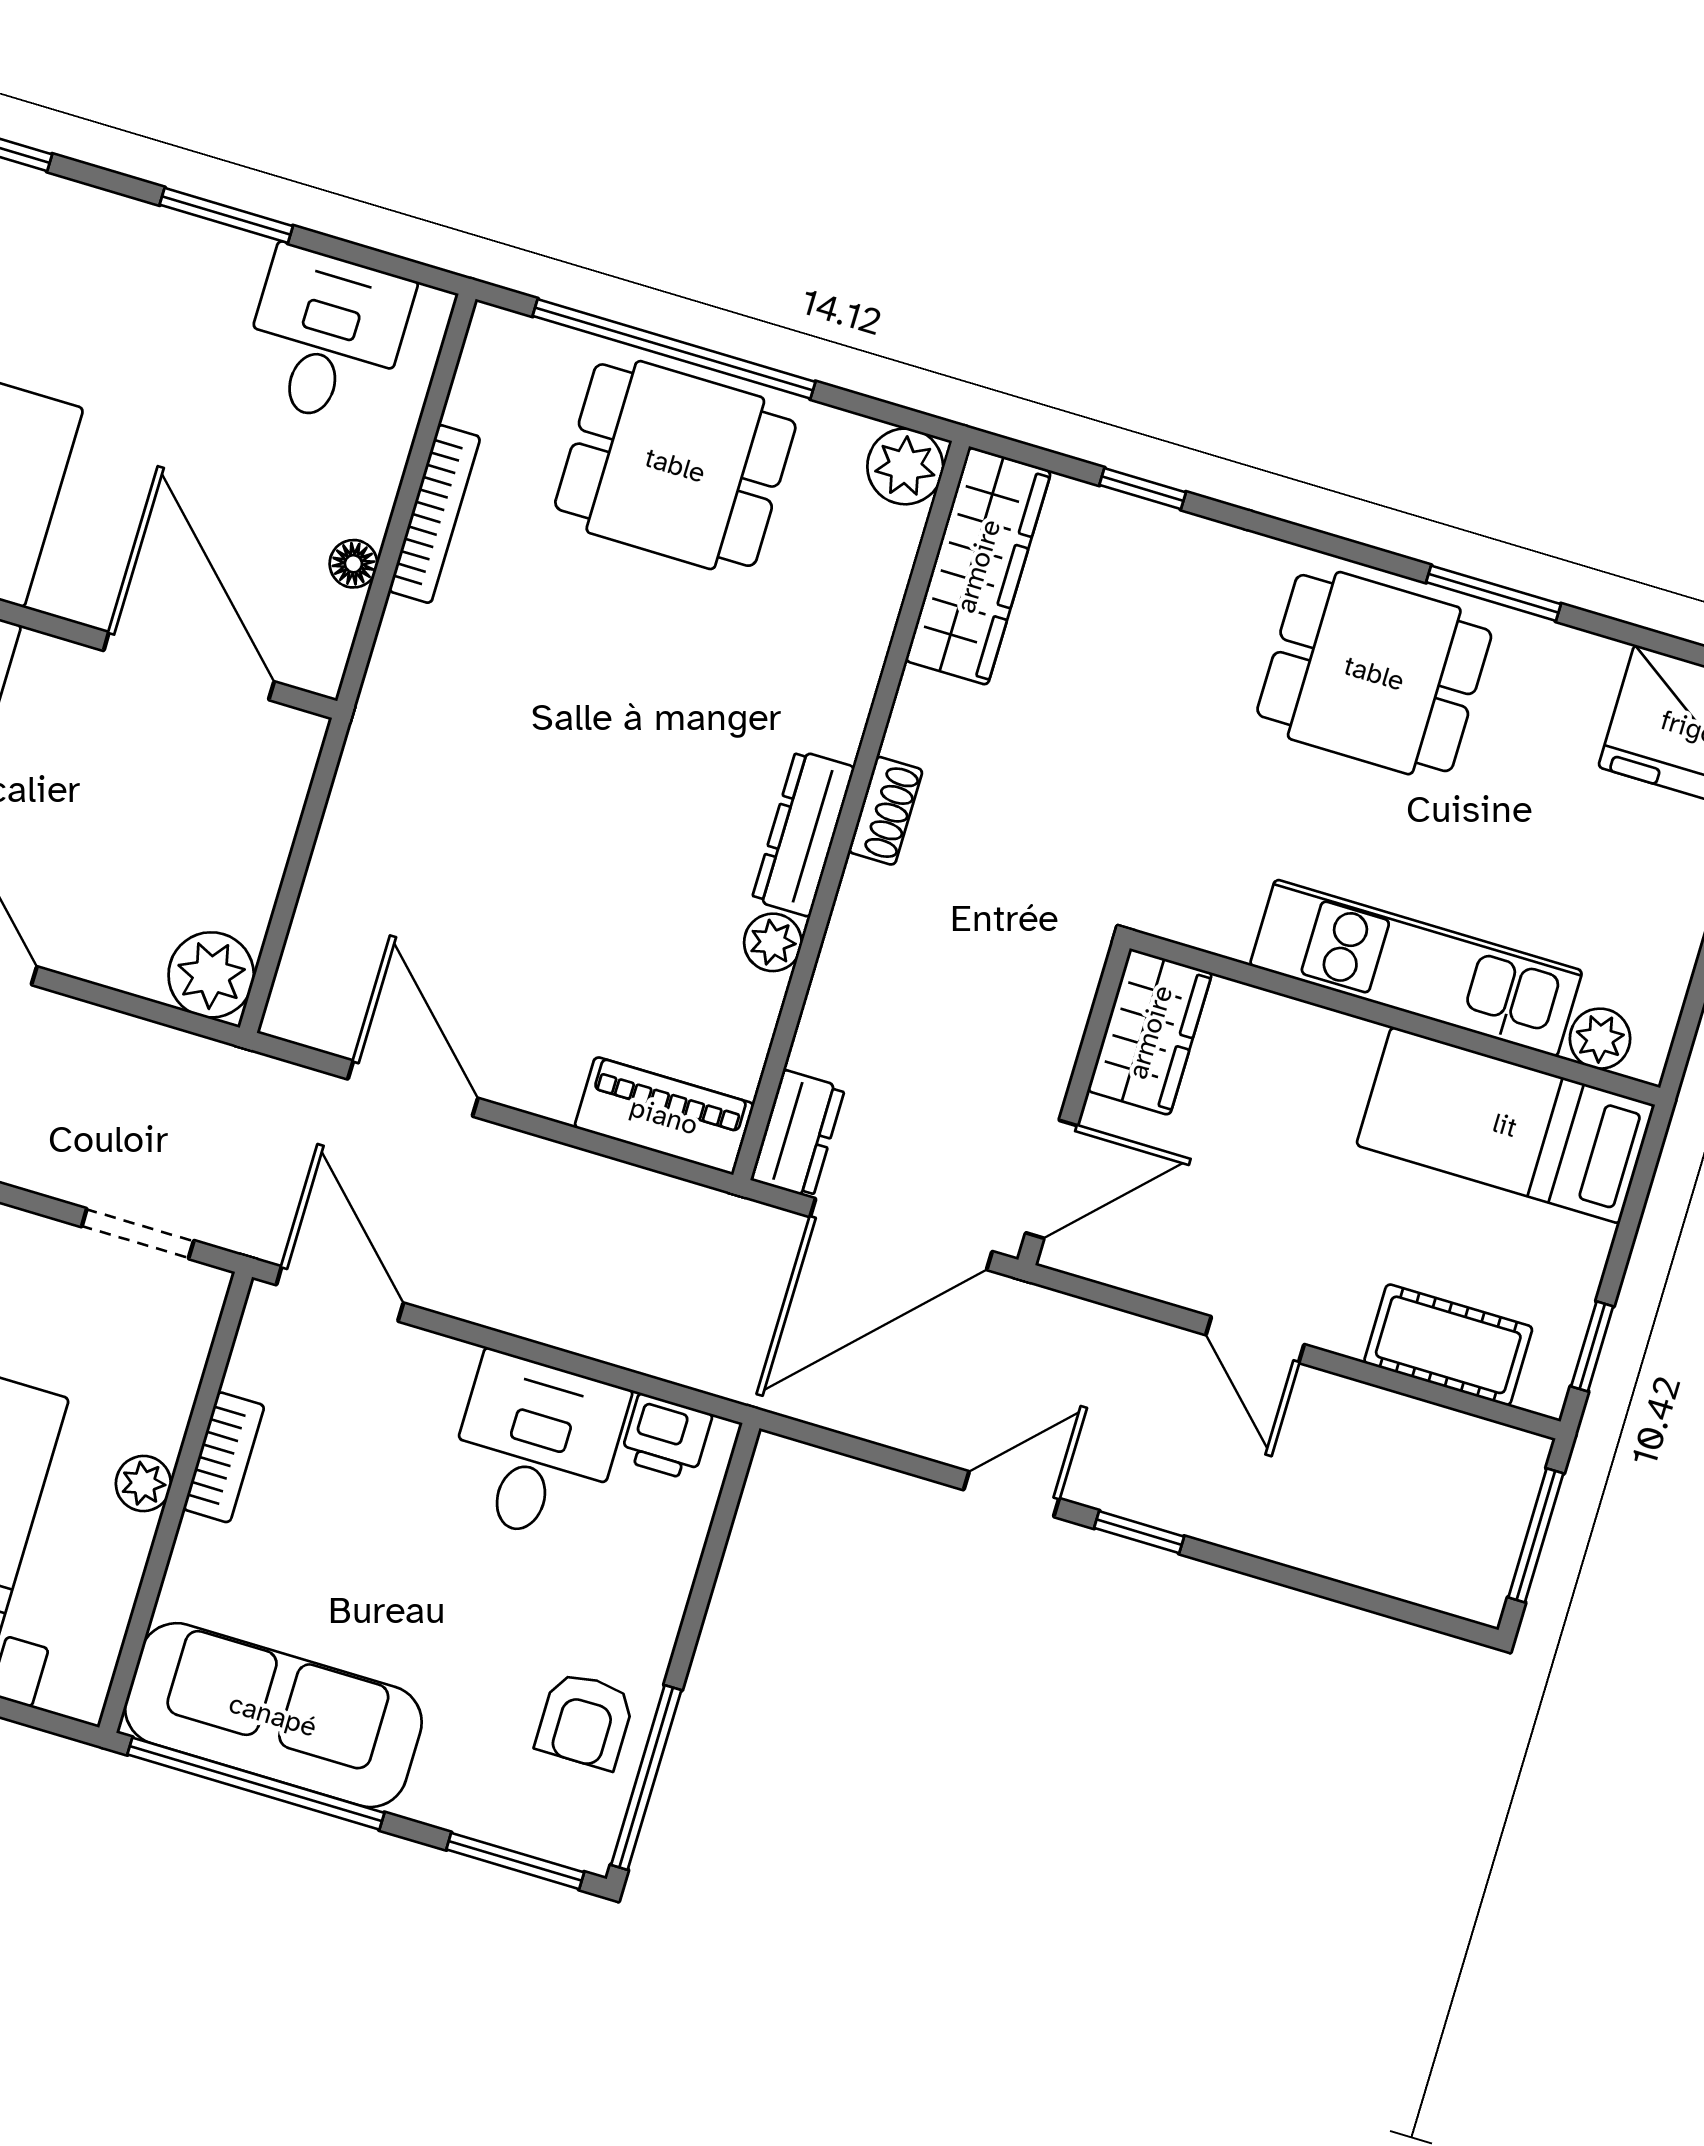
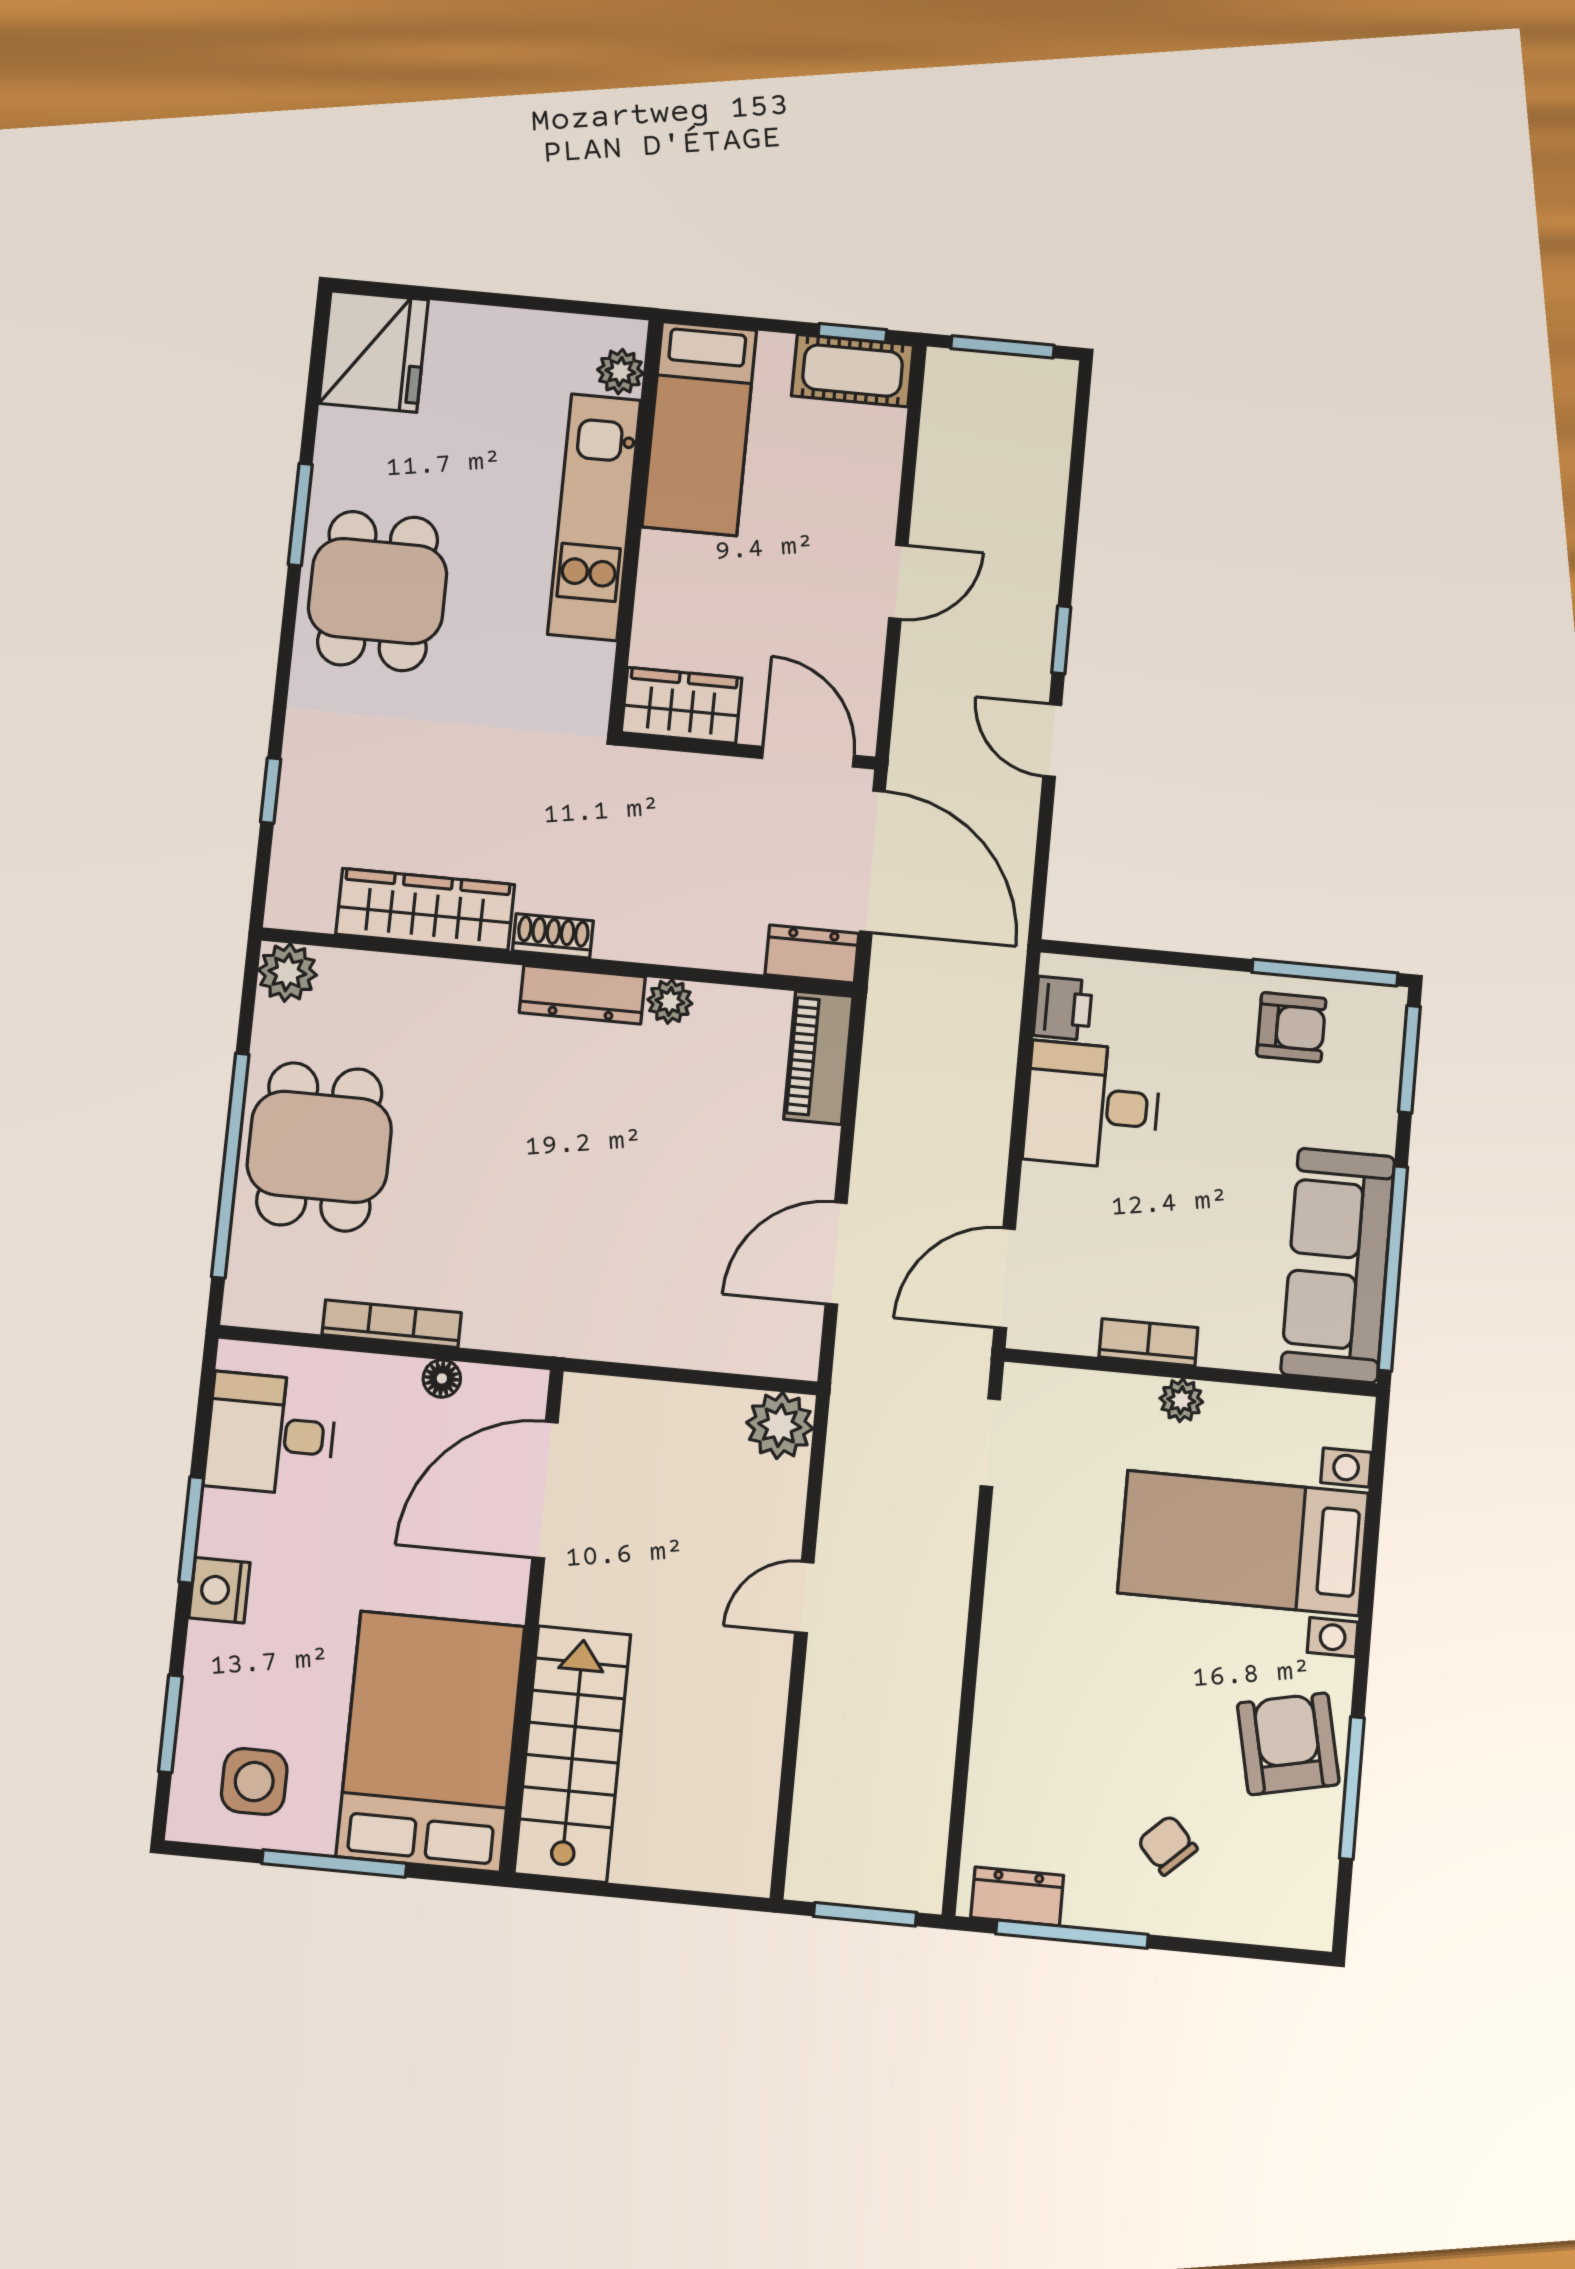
nightstand: (144, 237) -> (219, 1590), added
wardrobe: (978, 566) -> (425, 909), moved
cot: (1448, 1345) -> (853, 371), moved, turned 90

